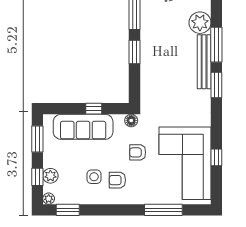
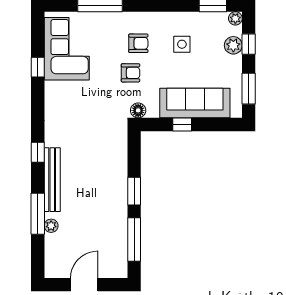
plant: (200, 23) -> (51, 226), width x0.53, depth x0.53
window: (216, 45) -> (38, 214), moved
window: (216, 85) -> (38, 152), width x0.67
corner sofa: (185, 163) -> (67, 49), width x0.73, depth x0.74
armchair: (117, 180) -> (138, 43), moved

